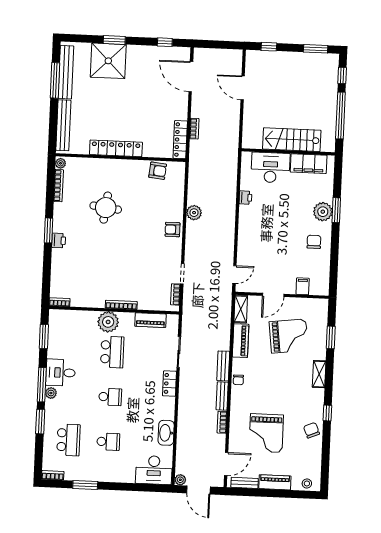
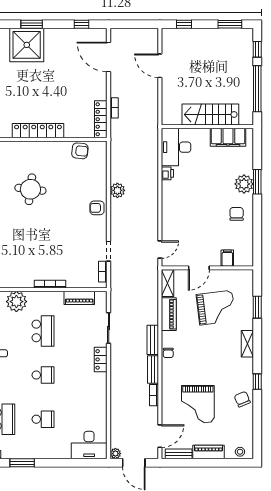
desk: (270, 168) -> (176, 147), moved, turned -90
plant: (108, 322) -> (16, 302), moved
washbasin: (166, 433) -> (99, 408), removed

